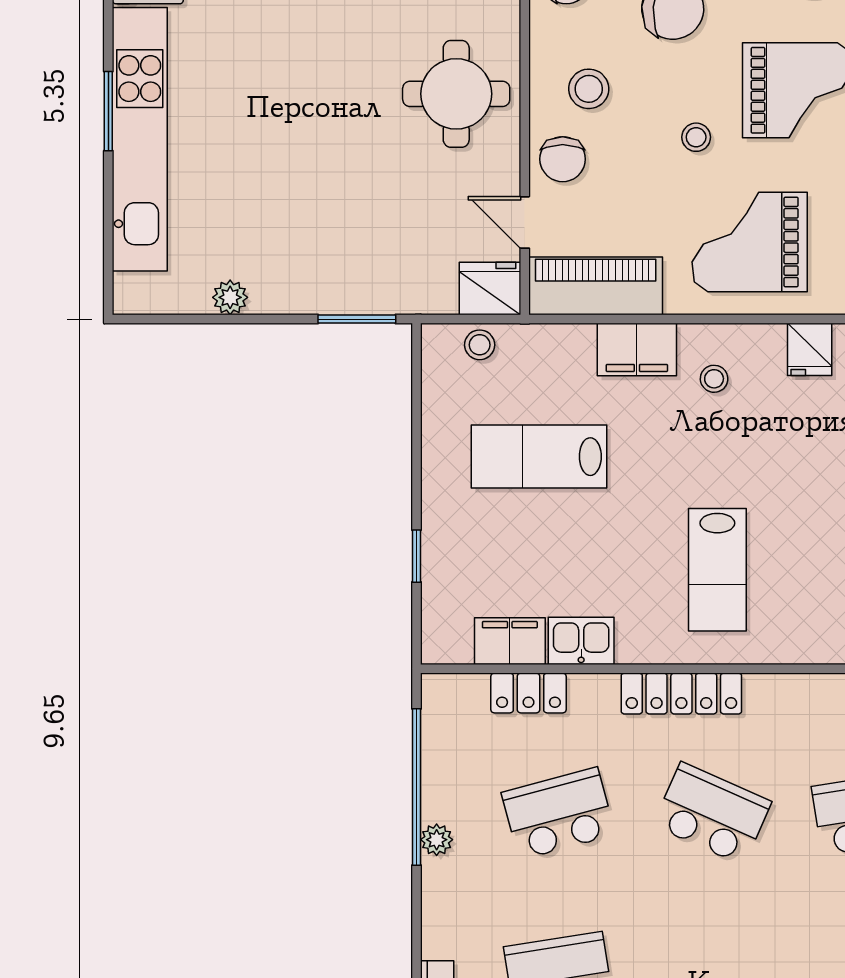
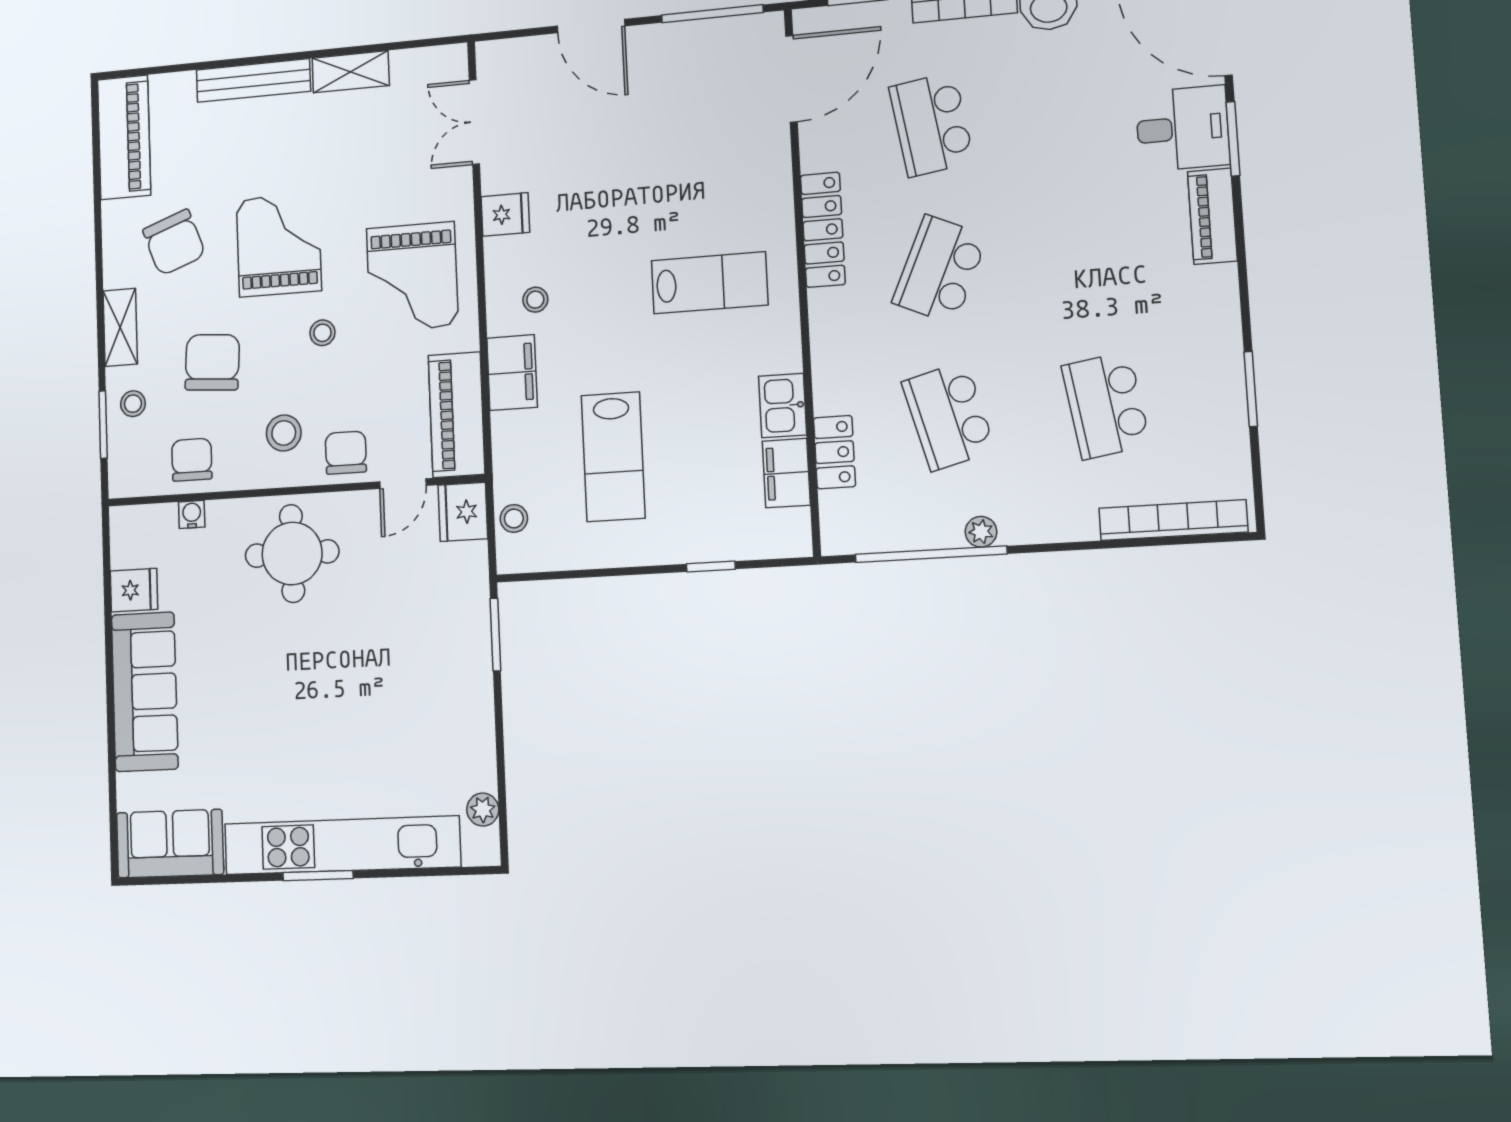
chair: (563, 159) -> (346, 453), turned -90
plant: (230, 297) -> (483, 810), moved
locker: (681, 694) -> (823, 230), moved

